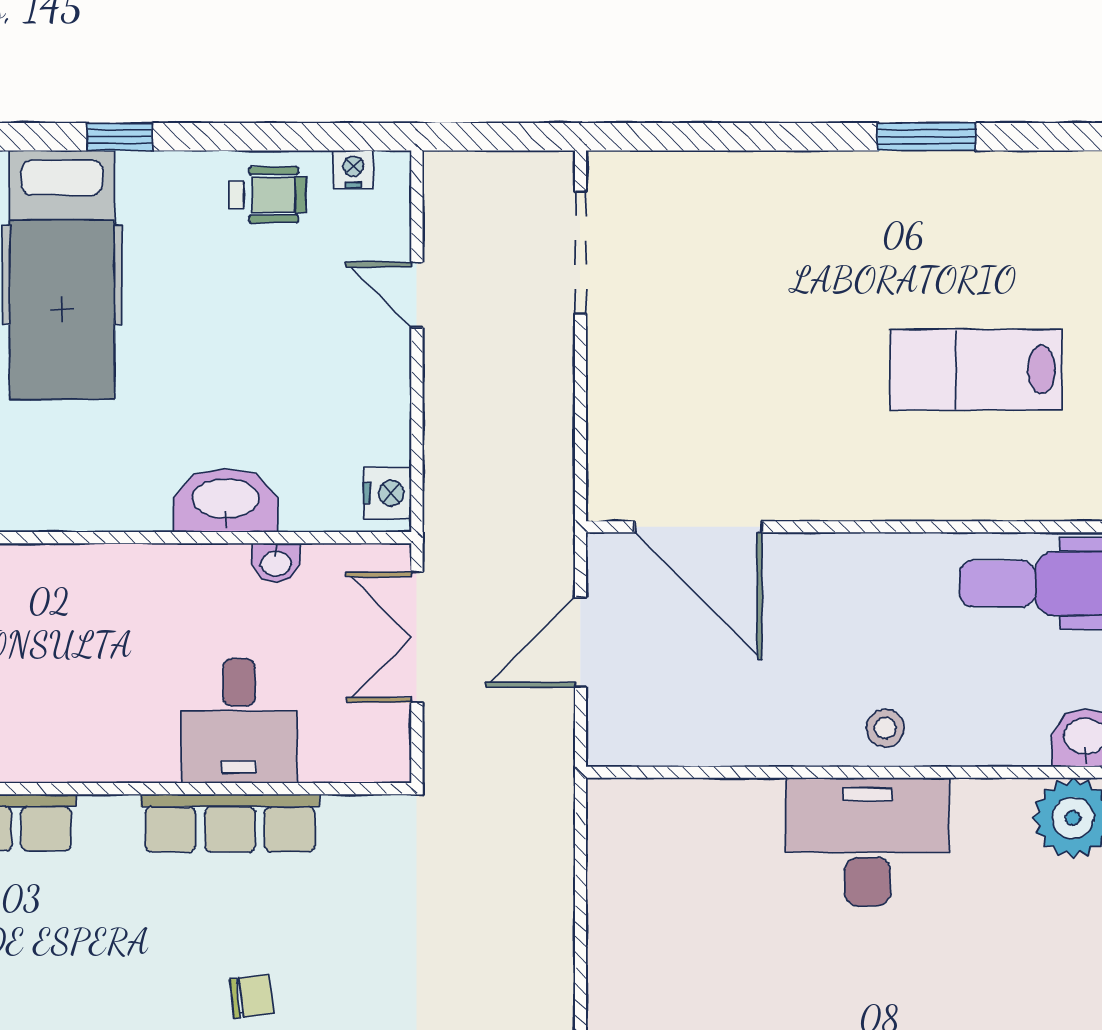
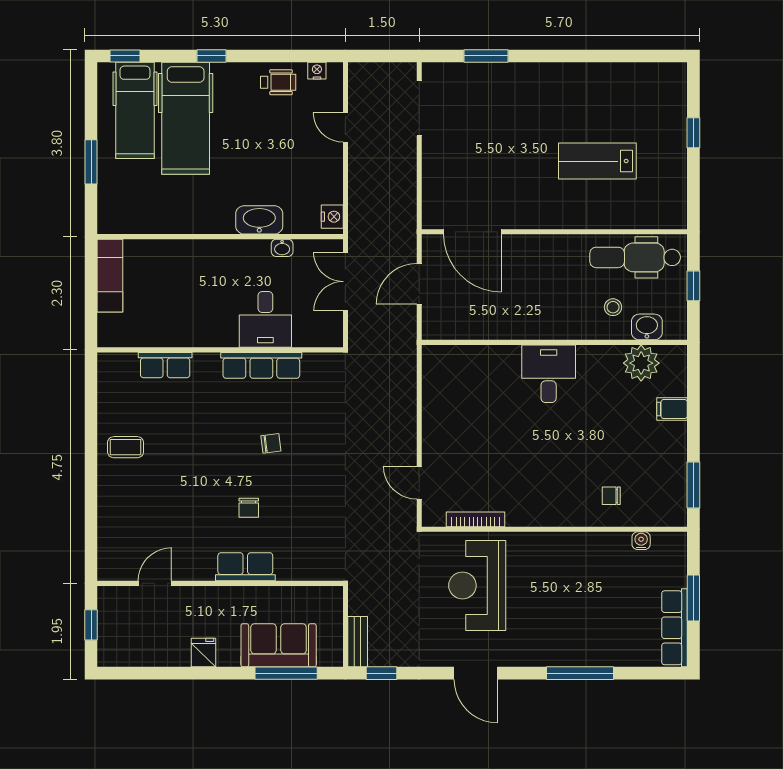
window: (926, 137) -> (486, 56), moved
stool: (885, 728) -> (613, 307), moved
desk: (867, 842) -> (549, 374), width x0.73

